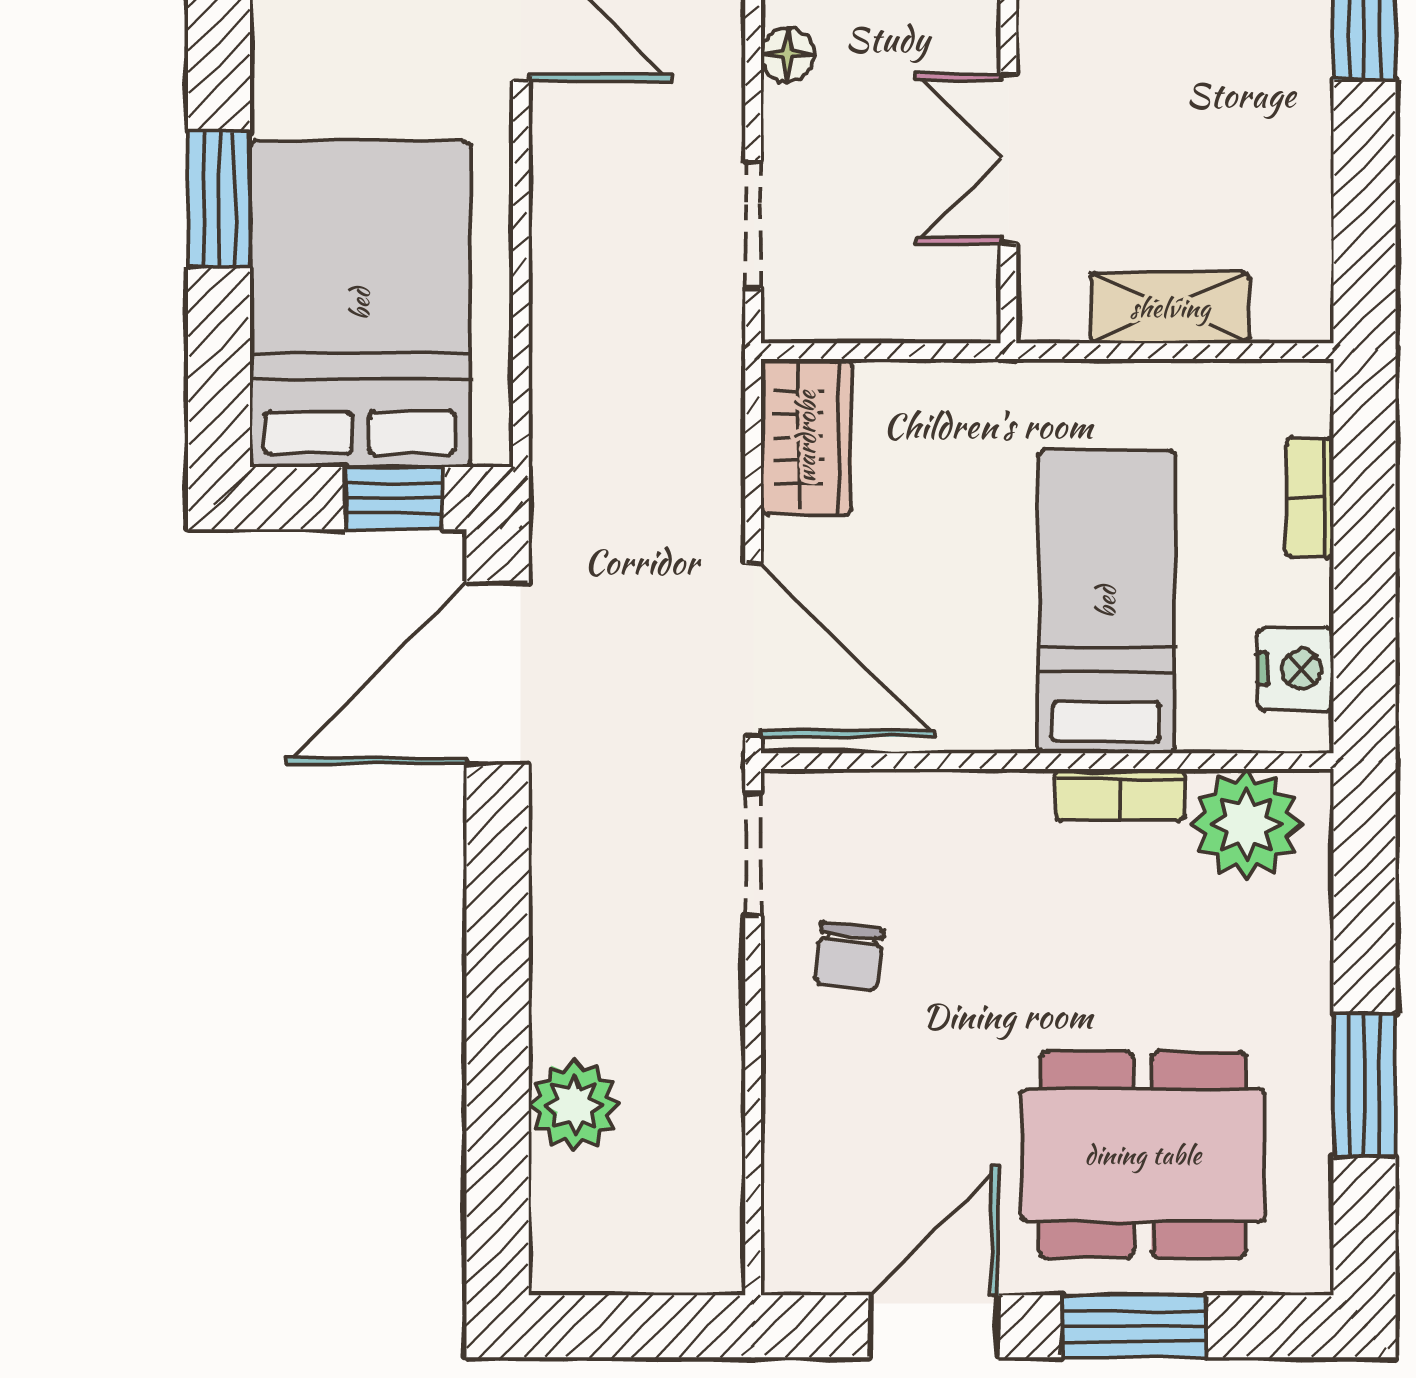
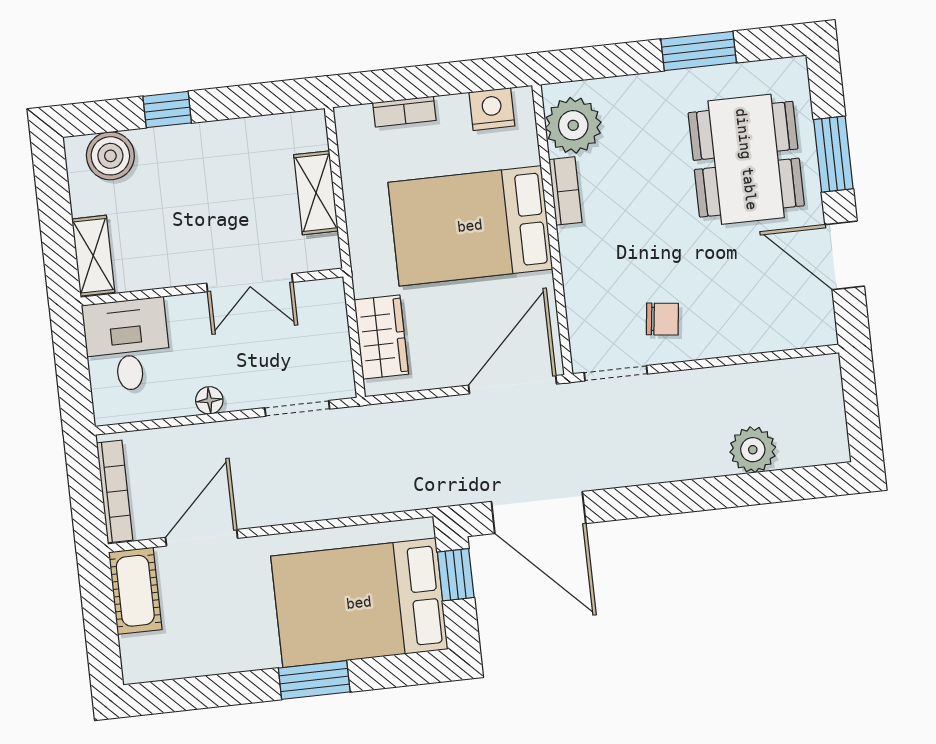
wardrobe: (806, 437) -> (381, 337), moved, turned 90
bed: (1106, 602) -> (470, 226), width x1.50

